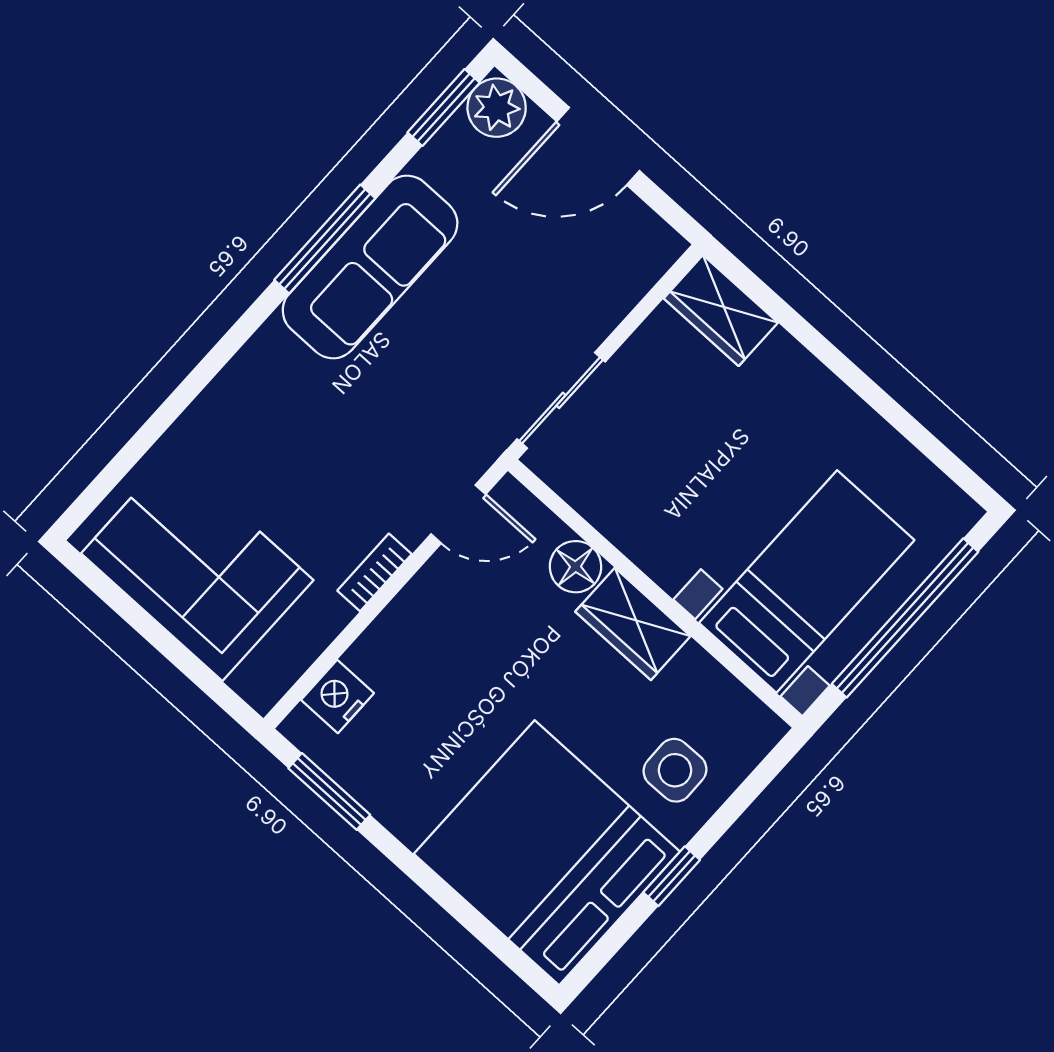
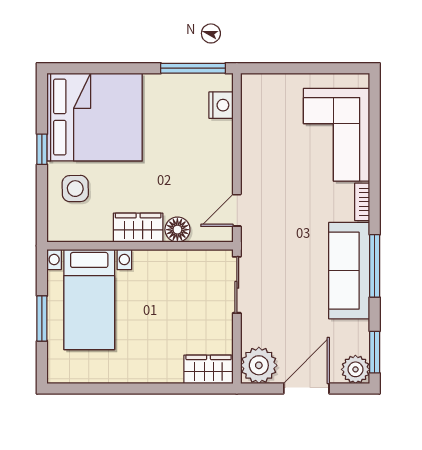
plant: (639, 247) -> (259, 365), added
corner sofa: (197, 567) -> (337, 135), moved, turned 90
bookcase: (375, 572) -> (362, 202), moved, turned 180
window: (905, 618) -> (42, 318), width x0.47
window: (329, 791) -> (193, 68), width x1.44

